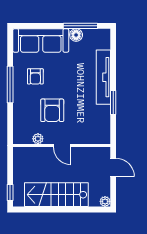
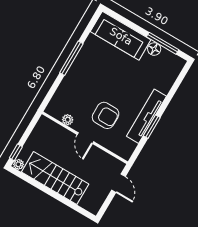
armchair: (35, 76) -> (97, 64), removed
tv unit: (103, 77) -> (146, 116), moved
armchair: (52, 110) -> (106, 115), moved, turned -90
plant: (105, 201) -> (18, 164), moved

